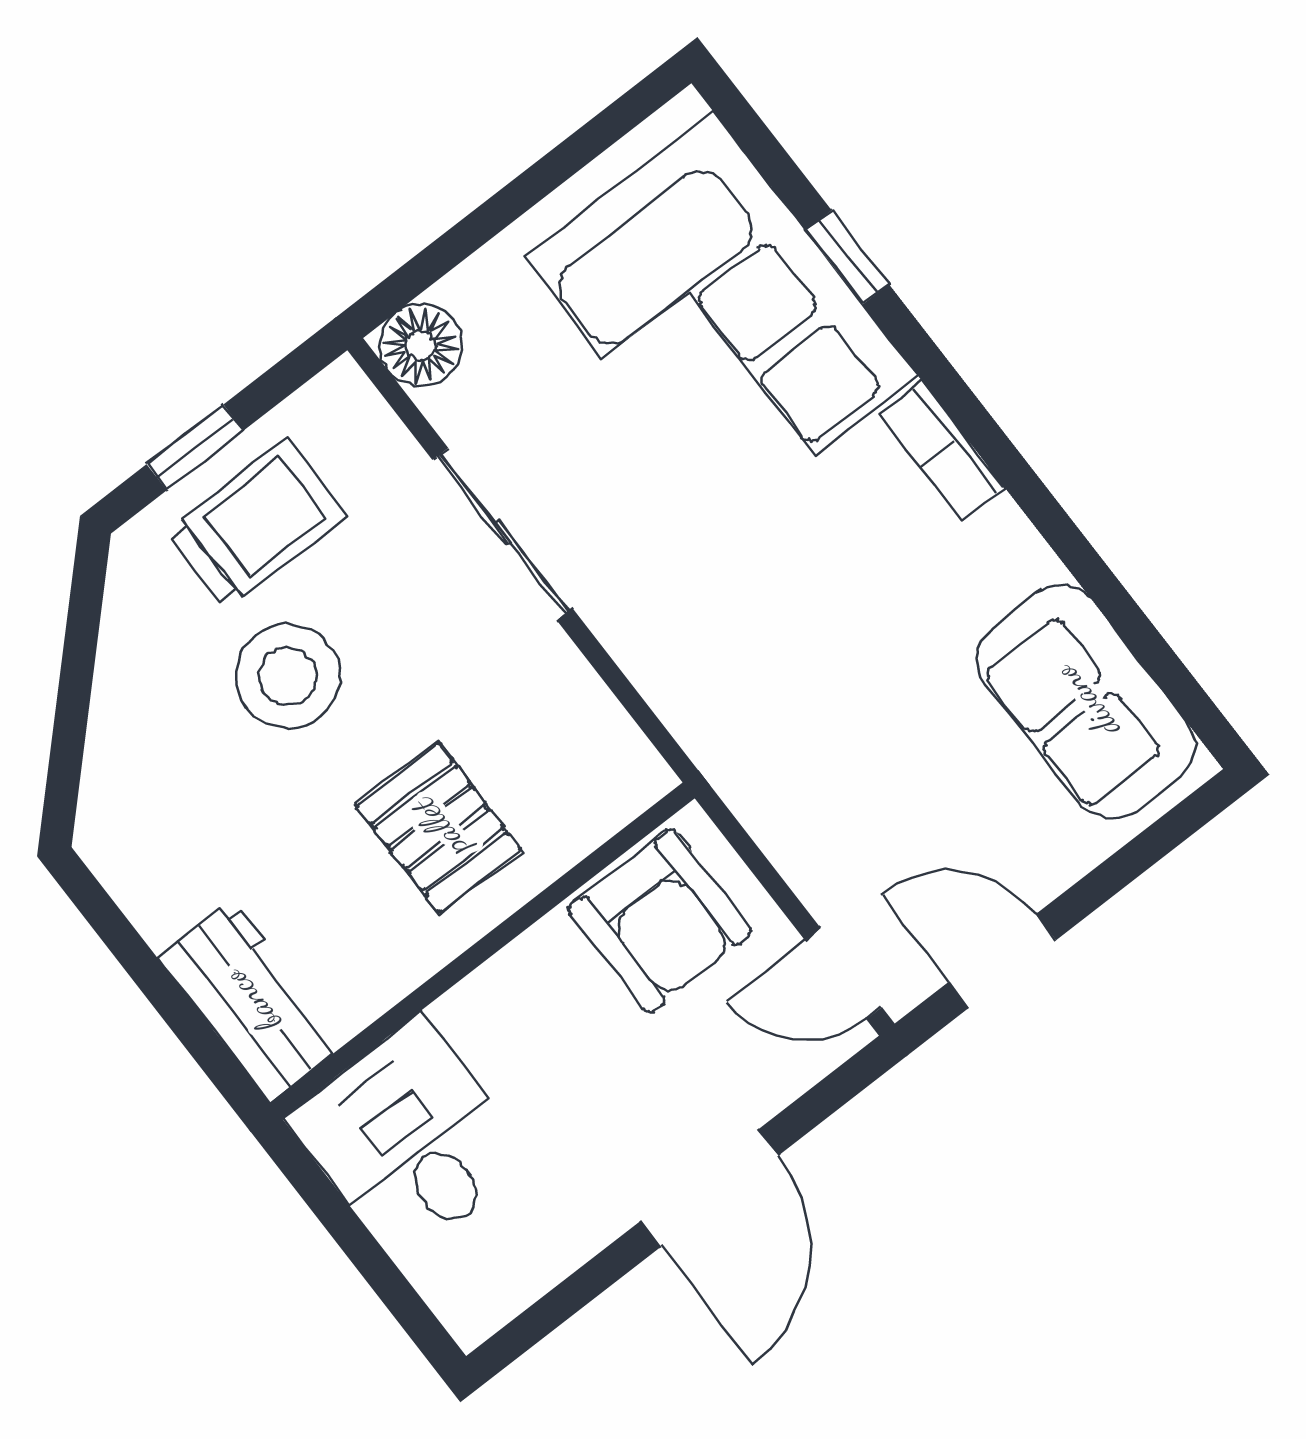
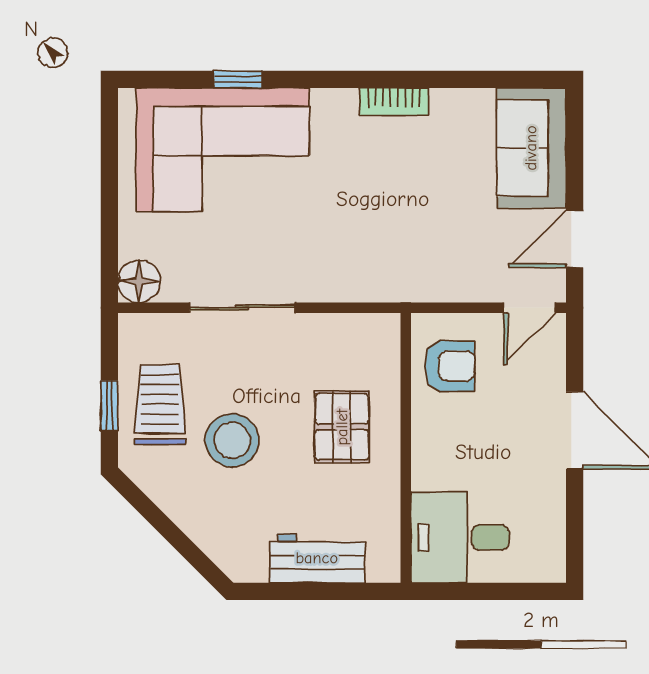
bookcase: (943, 451) -> (394, 102), moved
sofa: (1086, 702) -> (531, 148), moved, turned 90
pallet: (439, 828) -> (342, 427), turned 90
armchair: (660, 921) -> (450, 366), width x0.72, depth x0.72
workbench: (251, 1001) -> (317, 558), moved

